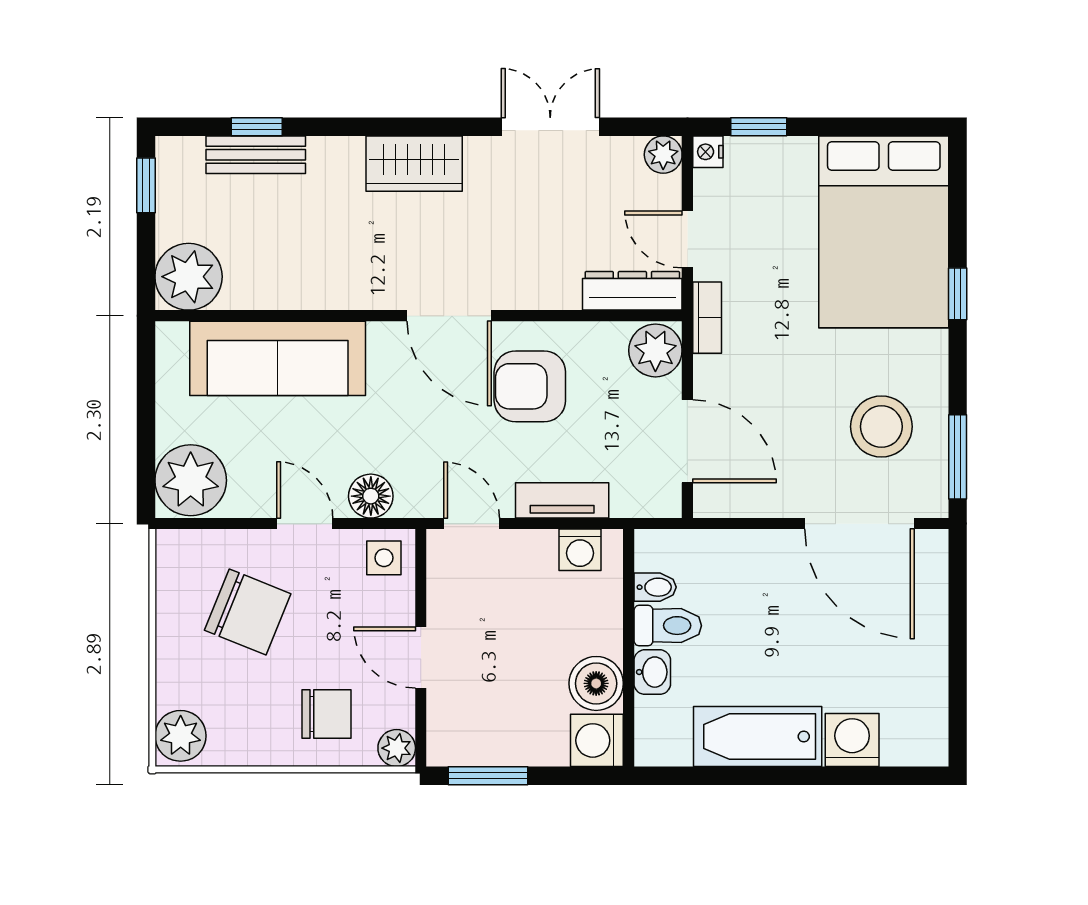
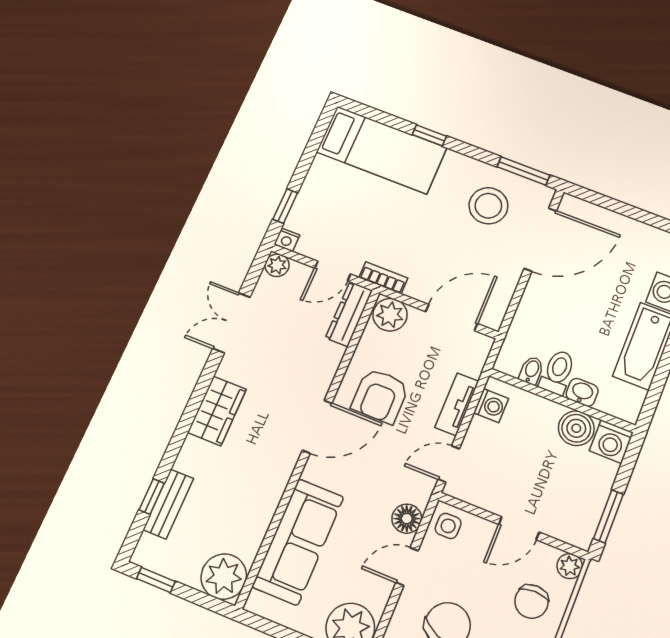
bed: (884, 232) -> (382, 150), width x0.67
chair: (327, 714) -> (531, 602), turned 180

